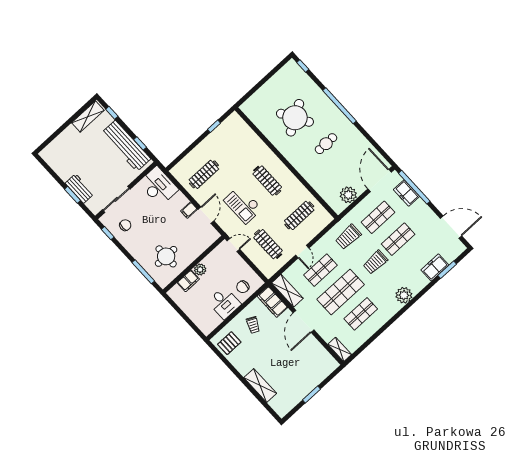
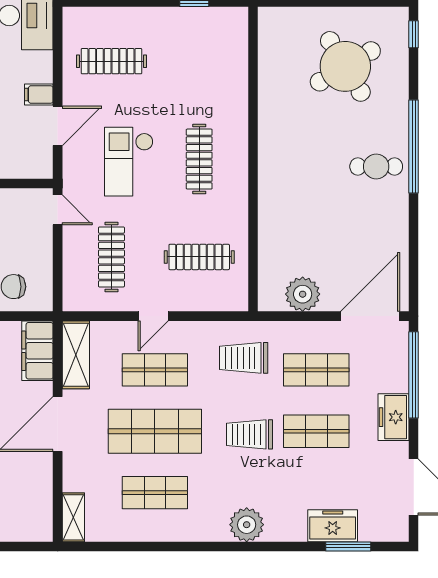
round table: (295, 118) -> (345, 66), moved
cafe table: (326, 144) -> (376, 167), moved
freezer: (406, 193) -> (394, 417), moved

